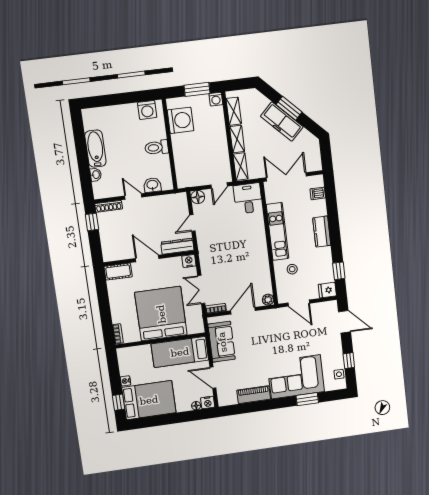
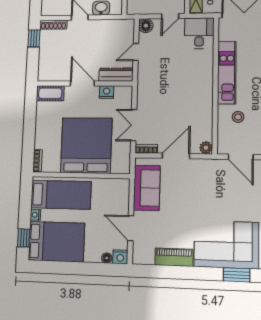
nightstand: (189, 261) -> (107, 92), moved
bed: (180, 352) -> (61, 195), moved, turned 180

